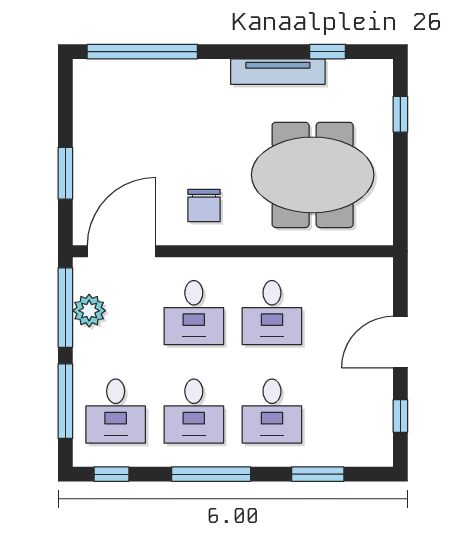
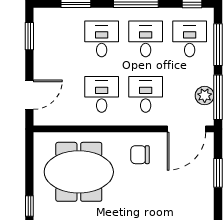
chair: (204, 205) -> (140, 155), turned -90
door: (400, 342) -> (29, 95), moved
window: (400, 416) -> (29, 36), width x1.50

